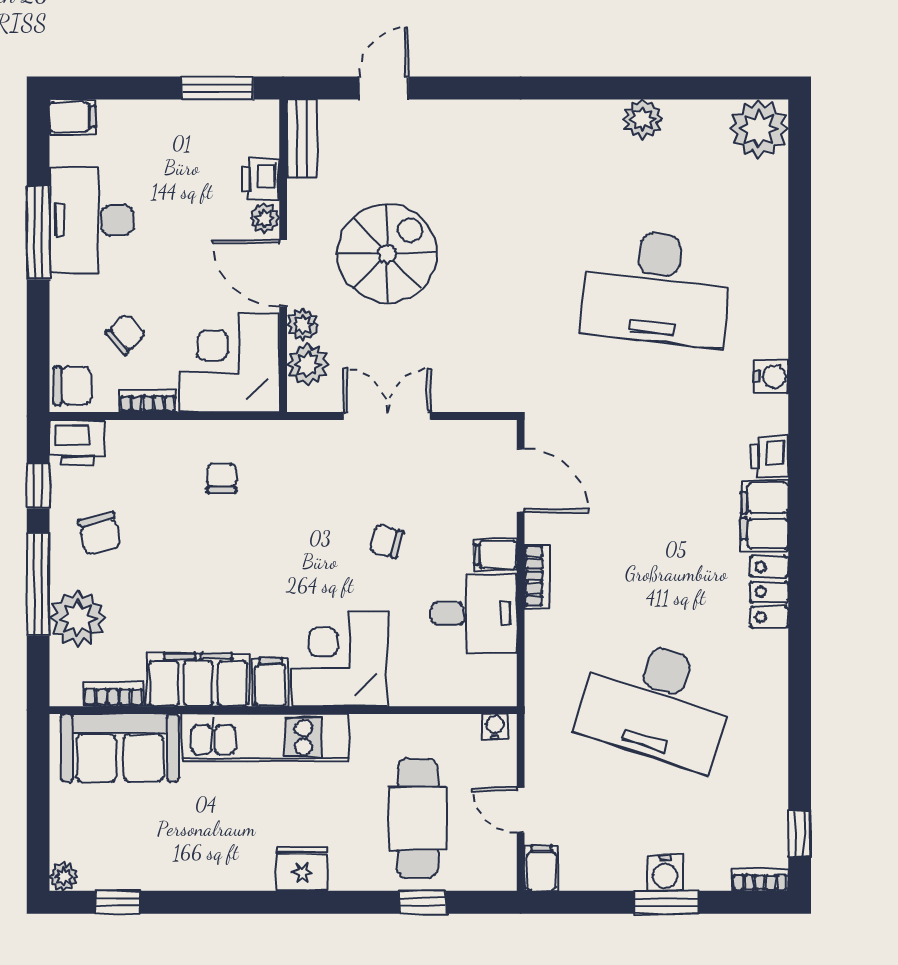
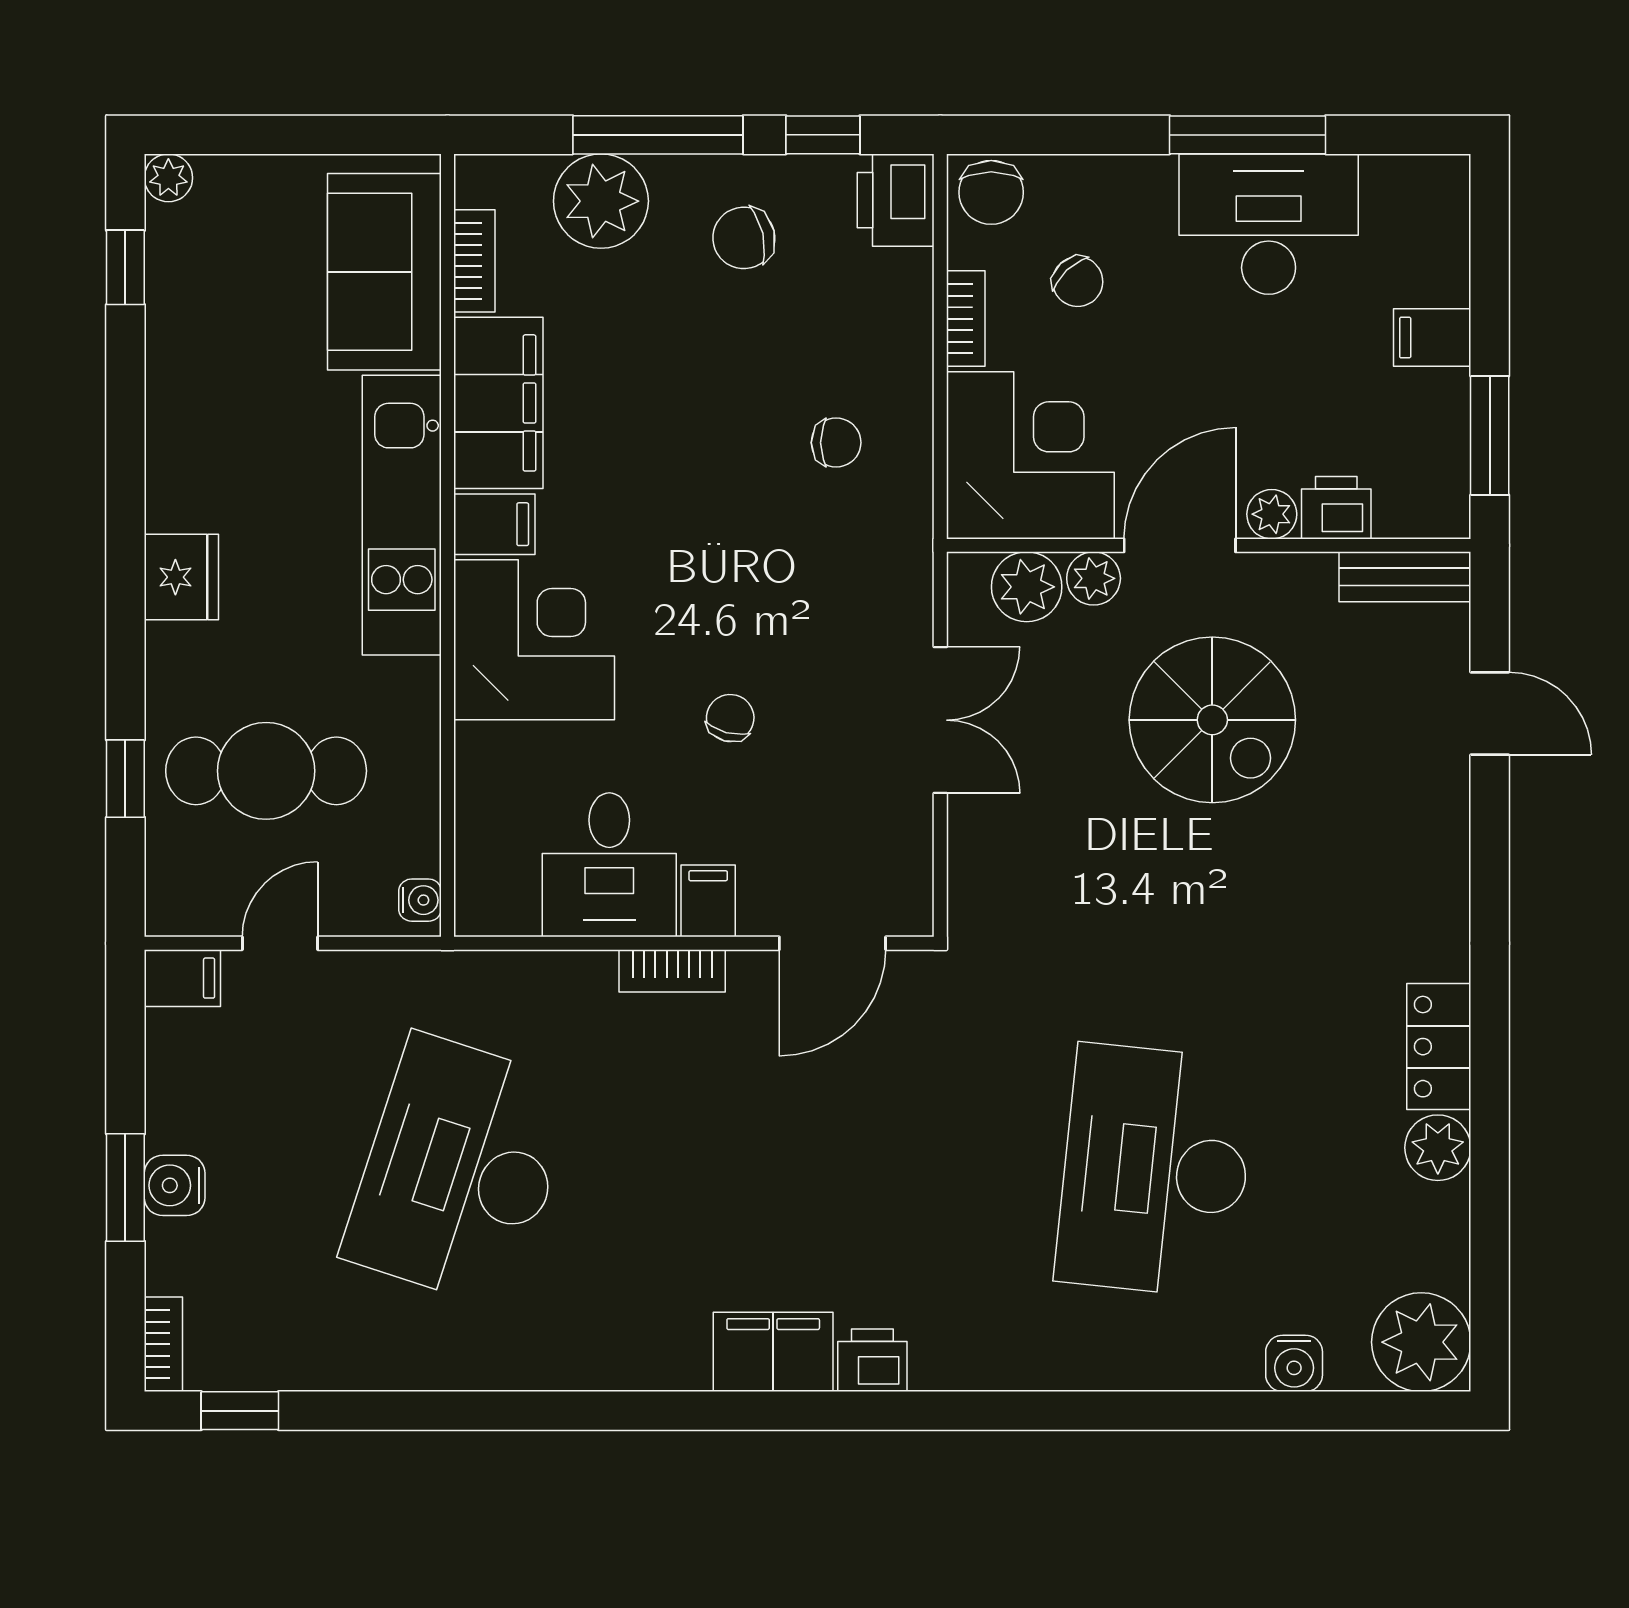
filing cabinet: (72, 117) -> (1432, 338), moved, turned 90
water cooler: (771, 377) -> (1294, 1363), moved
locker: (769, 592) -> (1439, 1047), moved, turned -90

